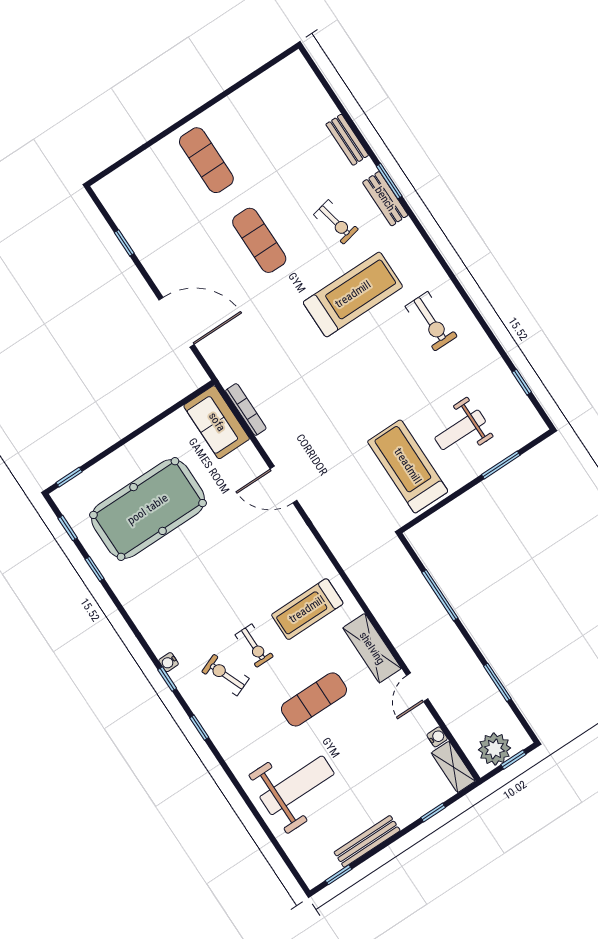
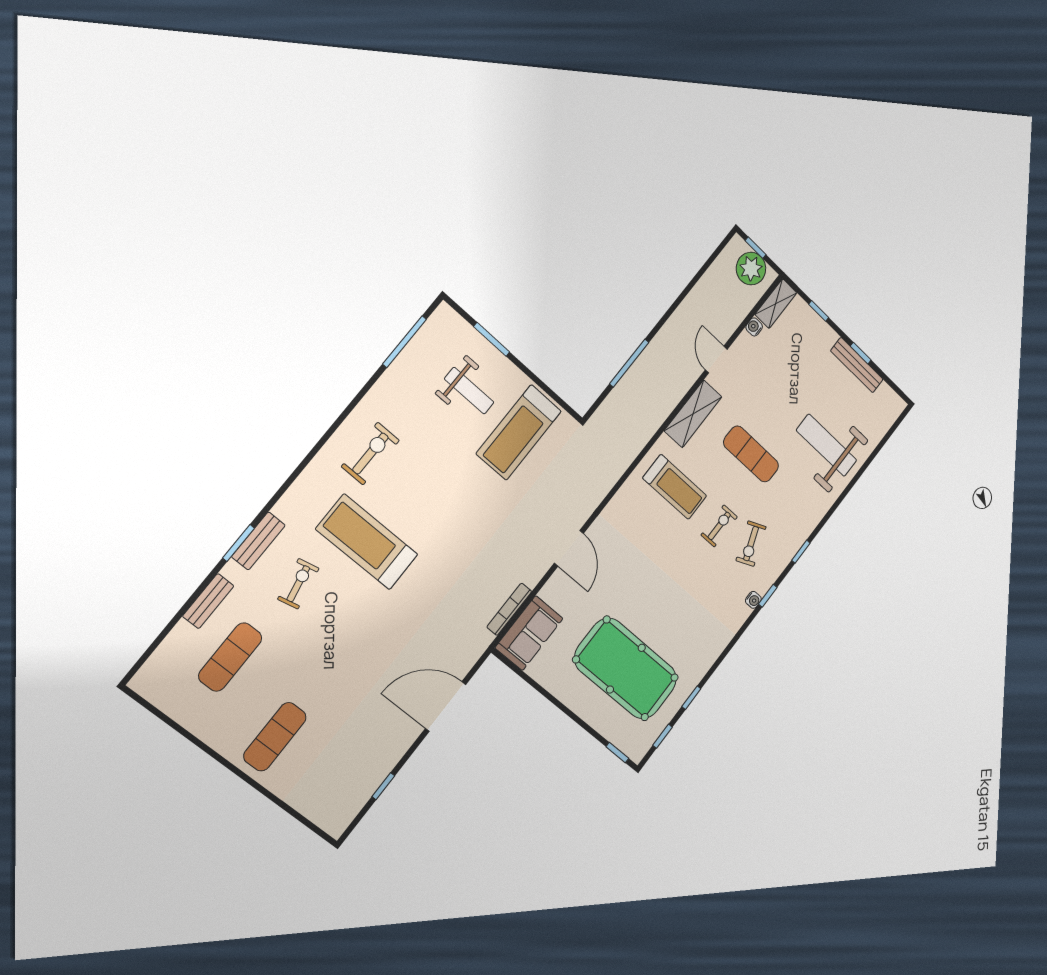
exercise mat: (259, 240) -> (230, 657), moved
door: (177, 322) -> (445, 706), hinge flipped
window: (522, 382) -> (404, 342), width x2.17
window: (497, 682) -> (692, 283), removed
door: (417, 687) -> (716, 359), swing flipped
window: (339, 875) -> (861, 353), moved

